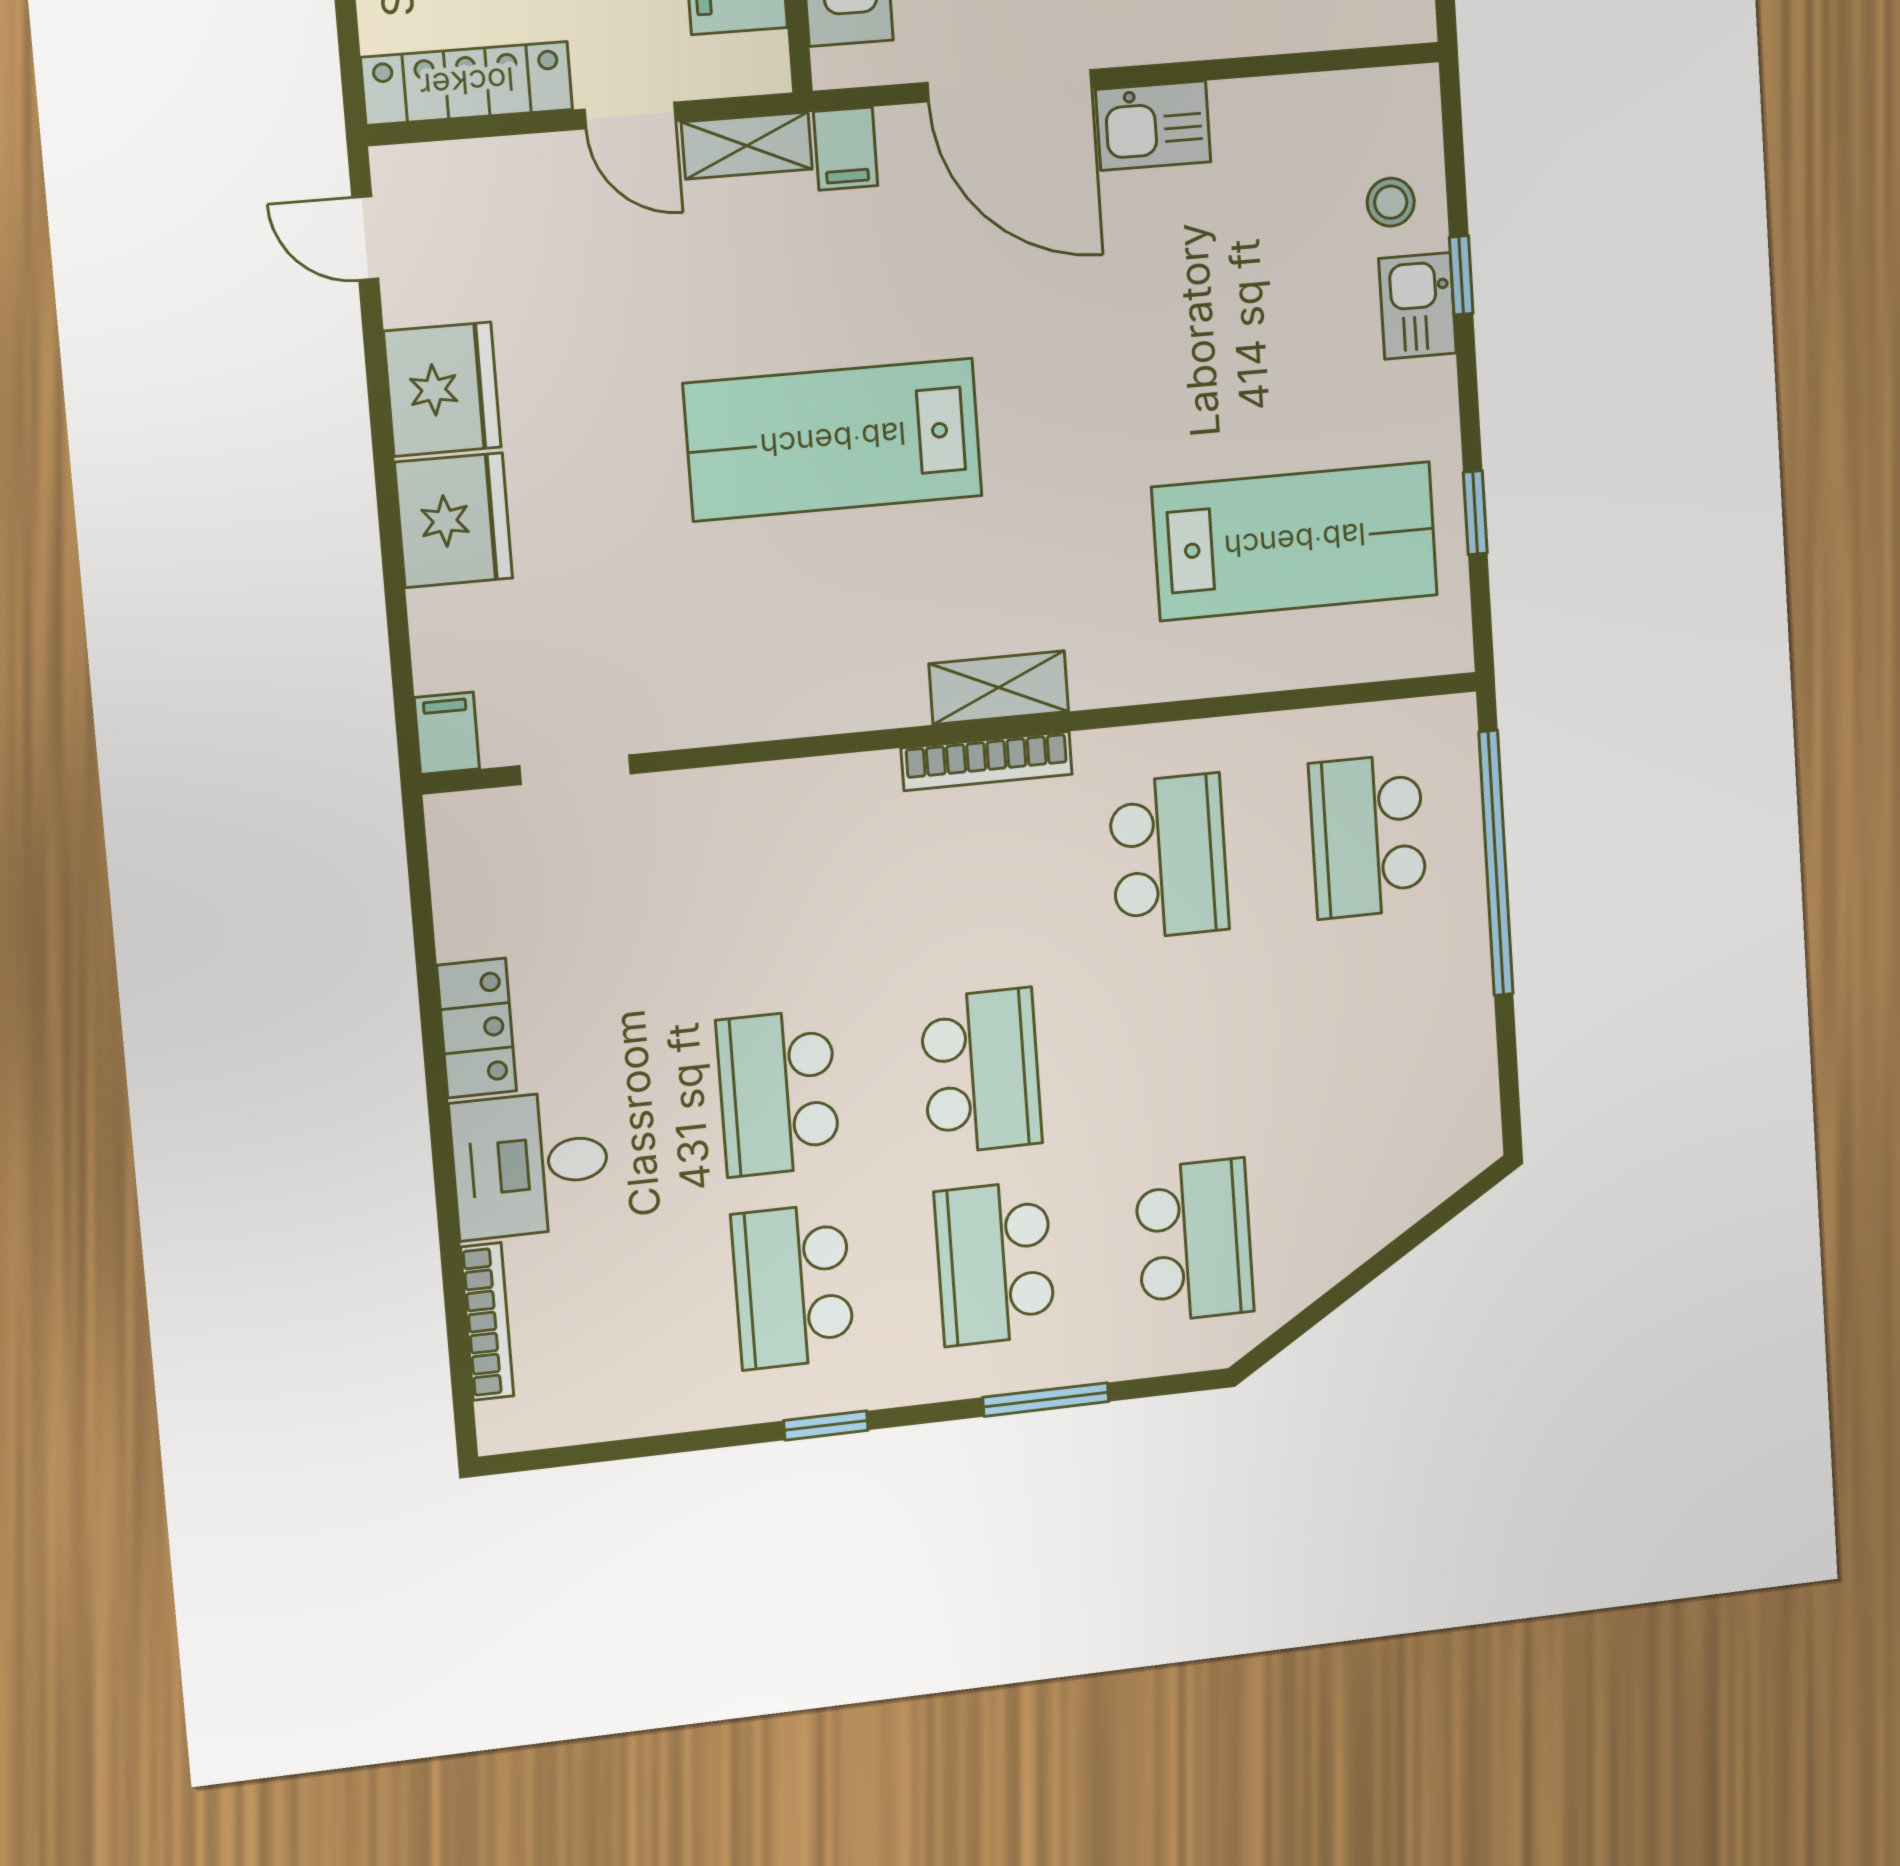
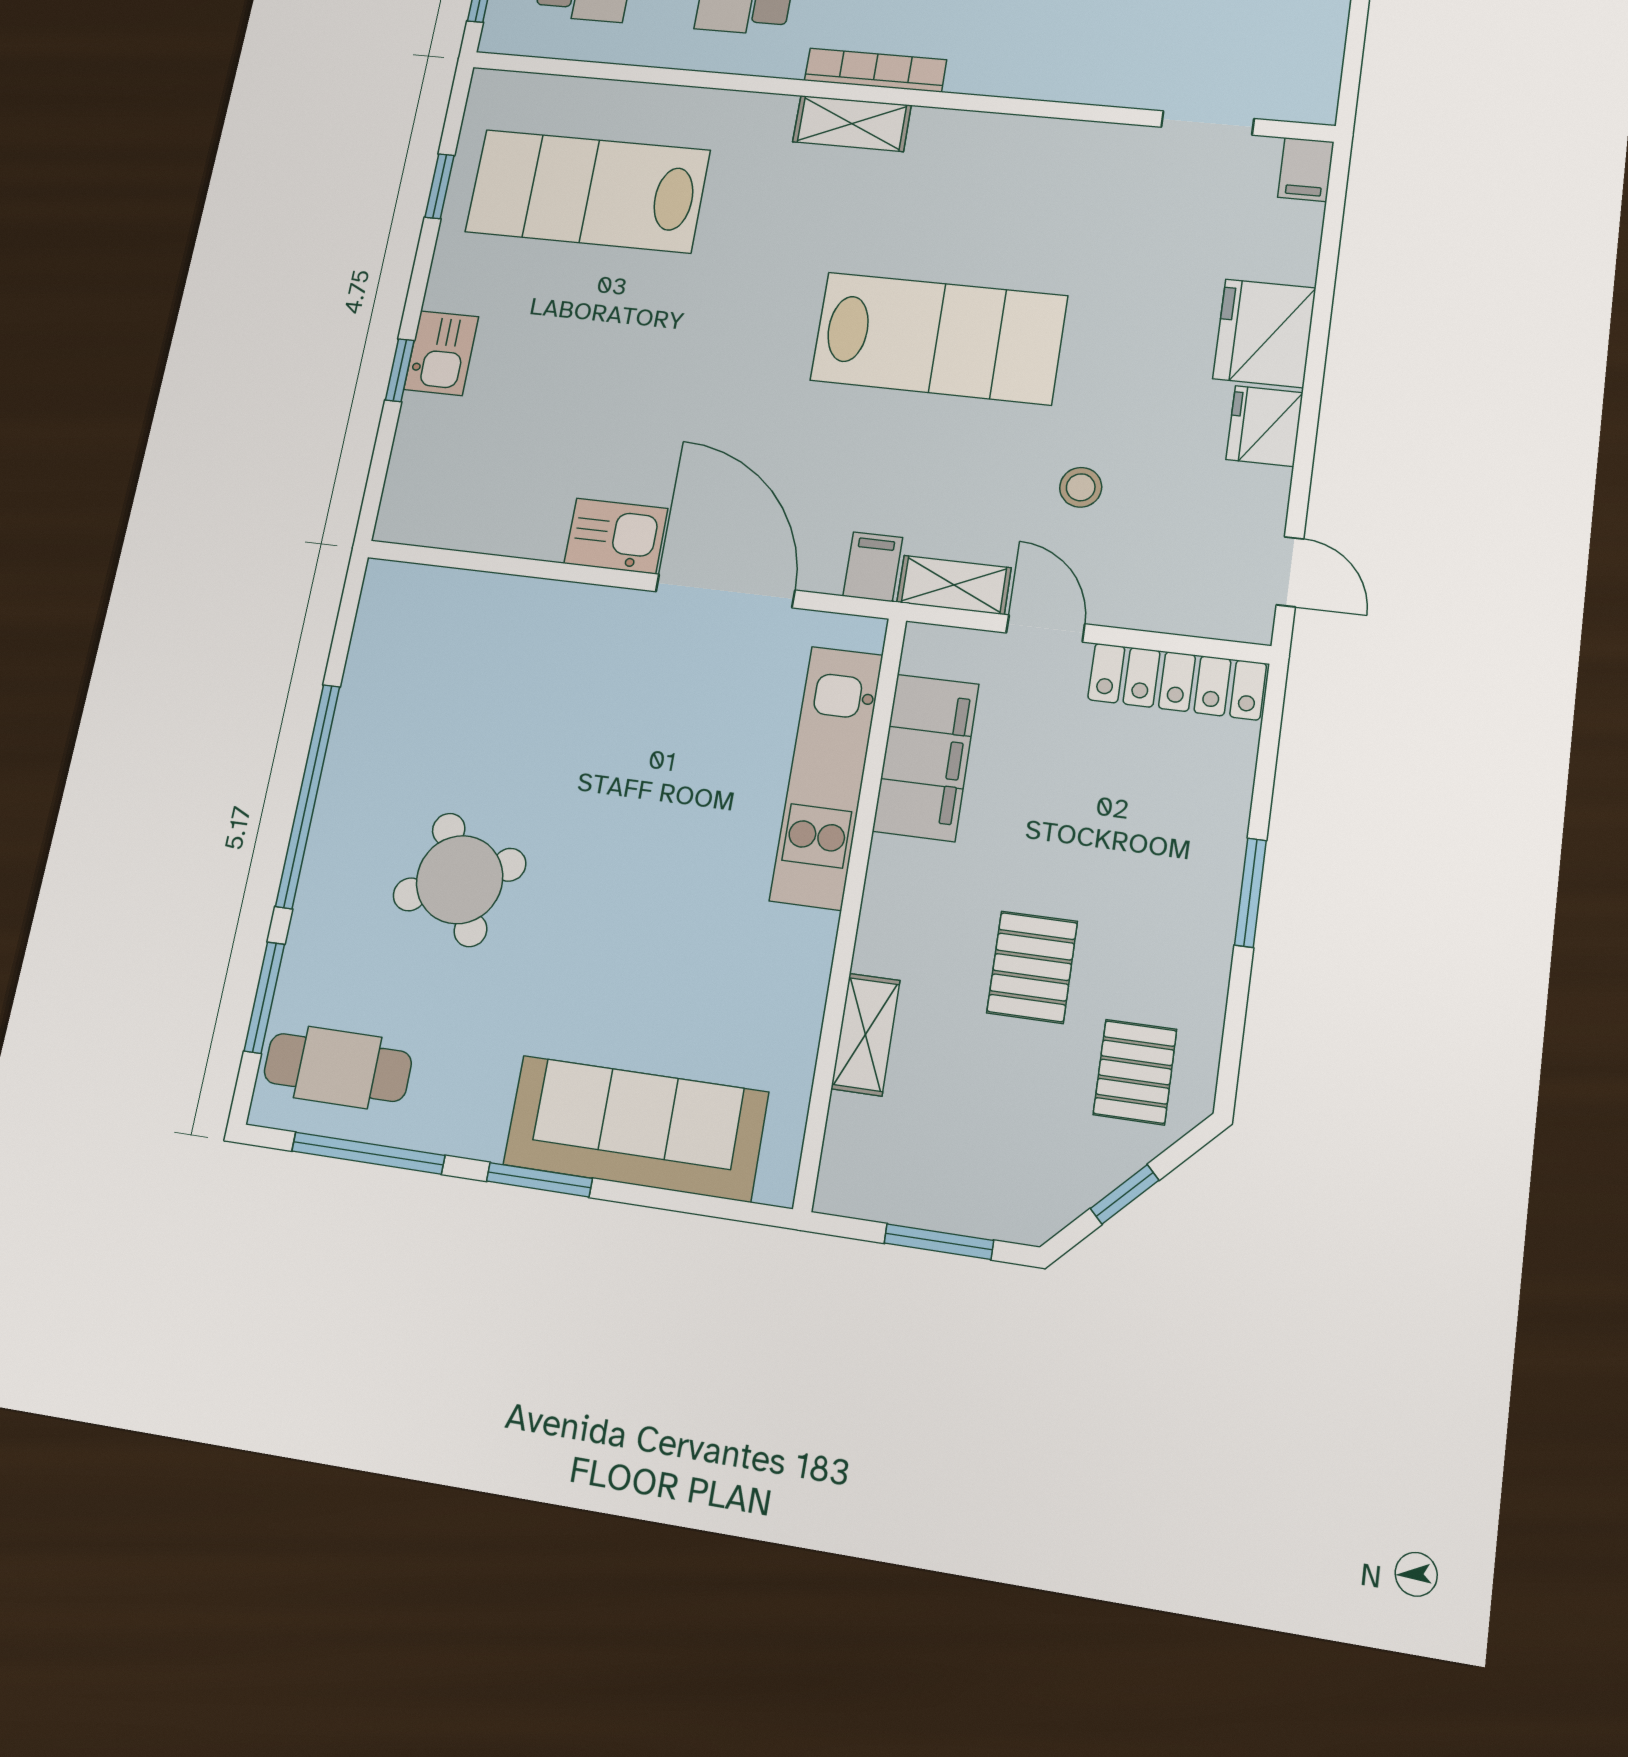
stool: (1391, 202) -> (1081, 487), moved
fridge: (442, 389) -> (1265, 426), width x0.73, depth x0.75

